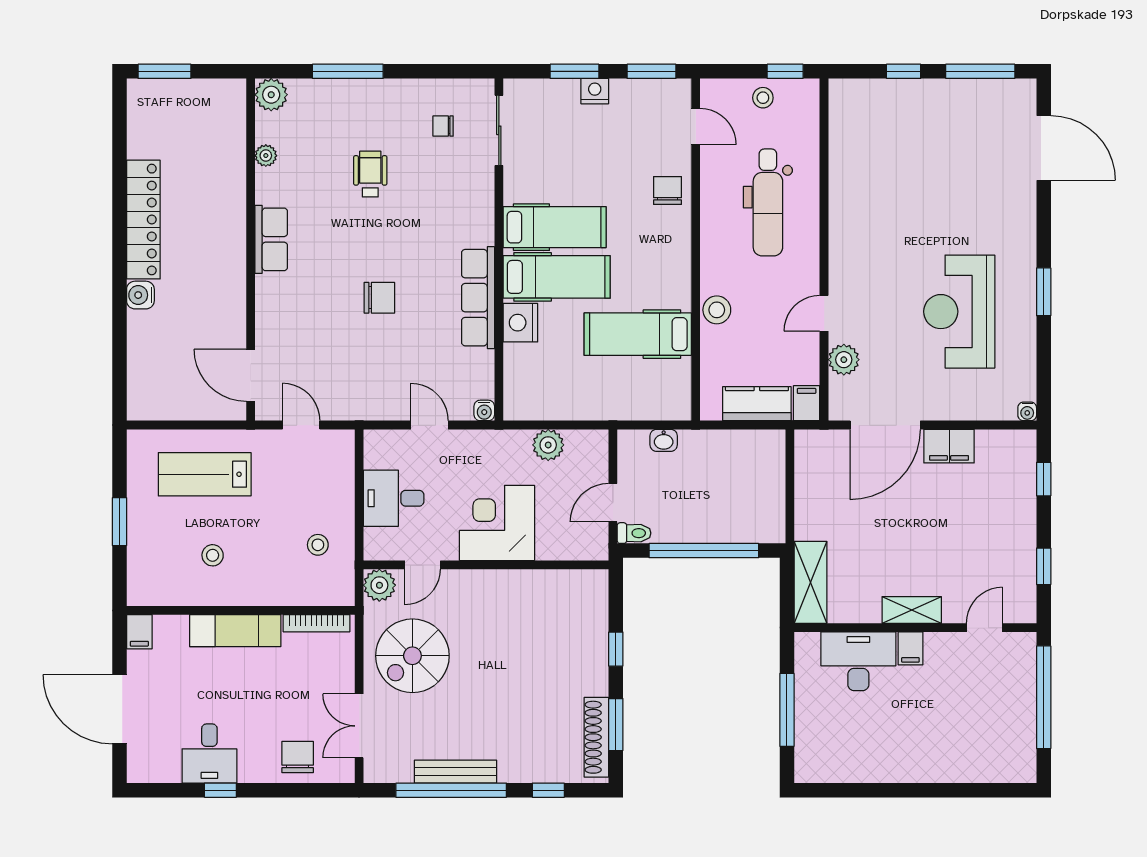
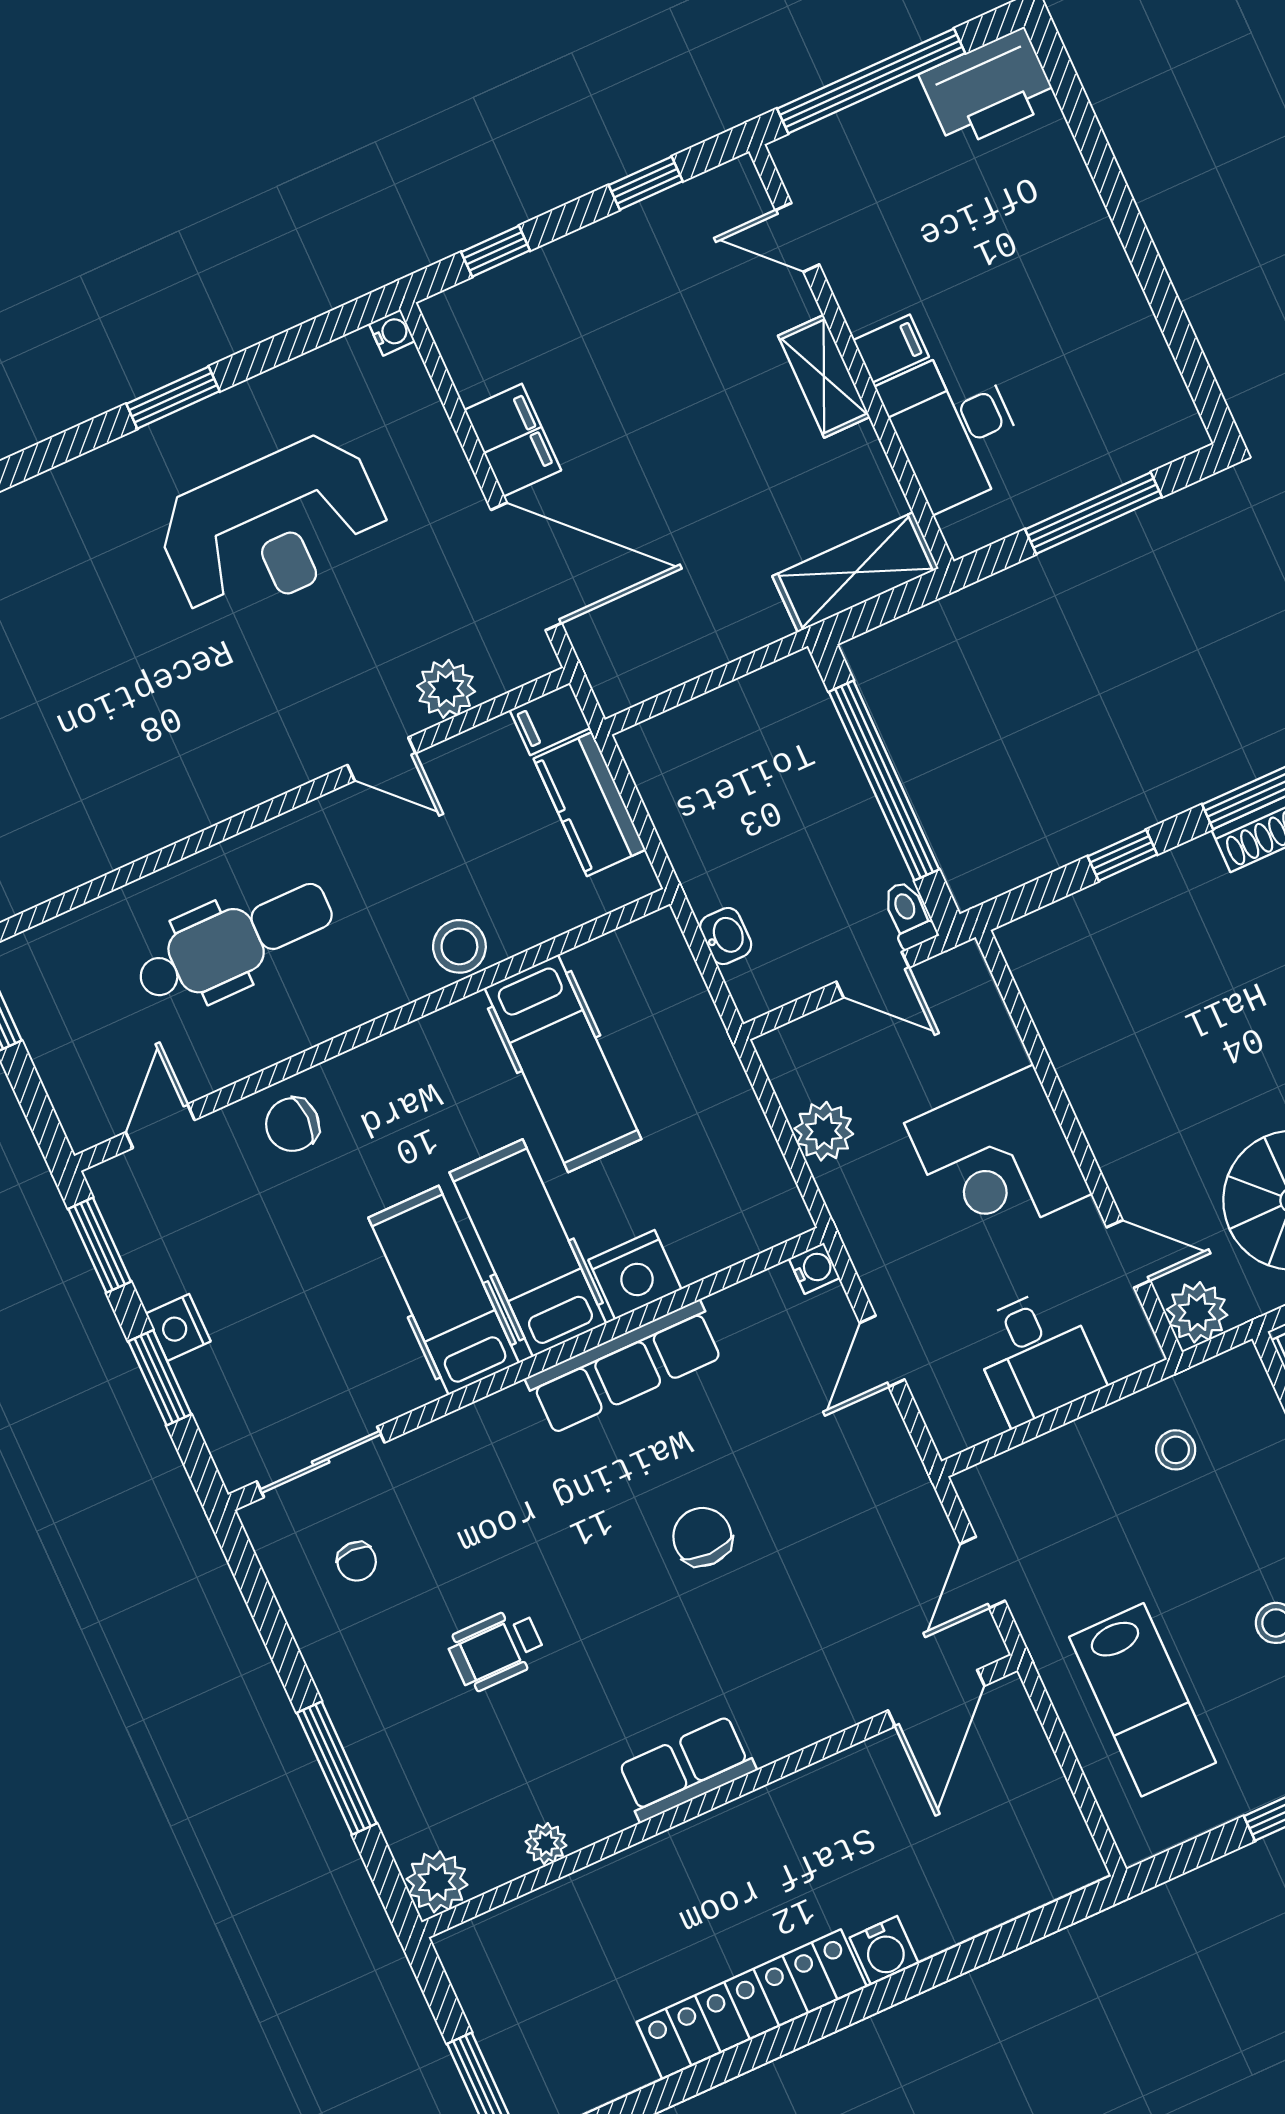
stool: (763, 98) -> (58, 1033), removed
printer: (1014, 752) -> (989, 89), added

